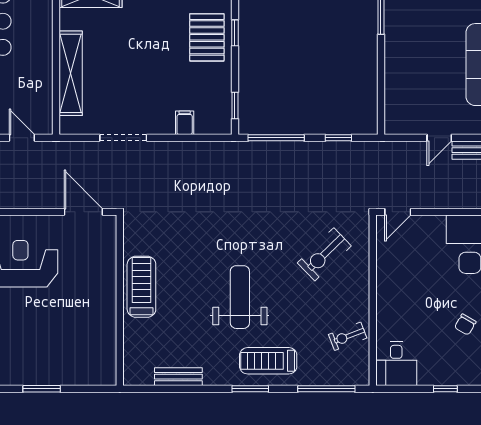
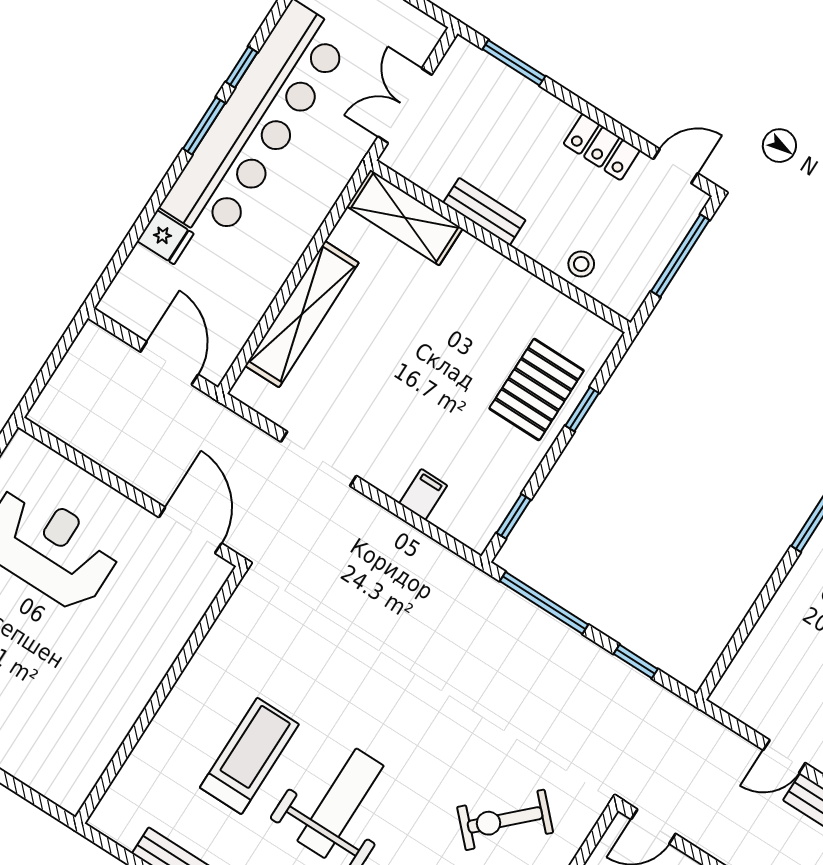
door: (22, 138) -> (169, 363), width x1.38
treadmill: (141, 287) -> (249, 756), moved

